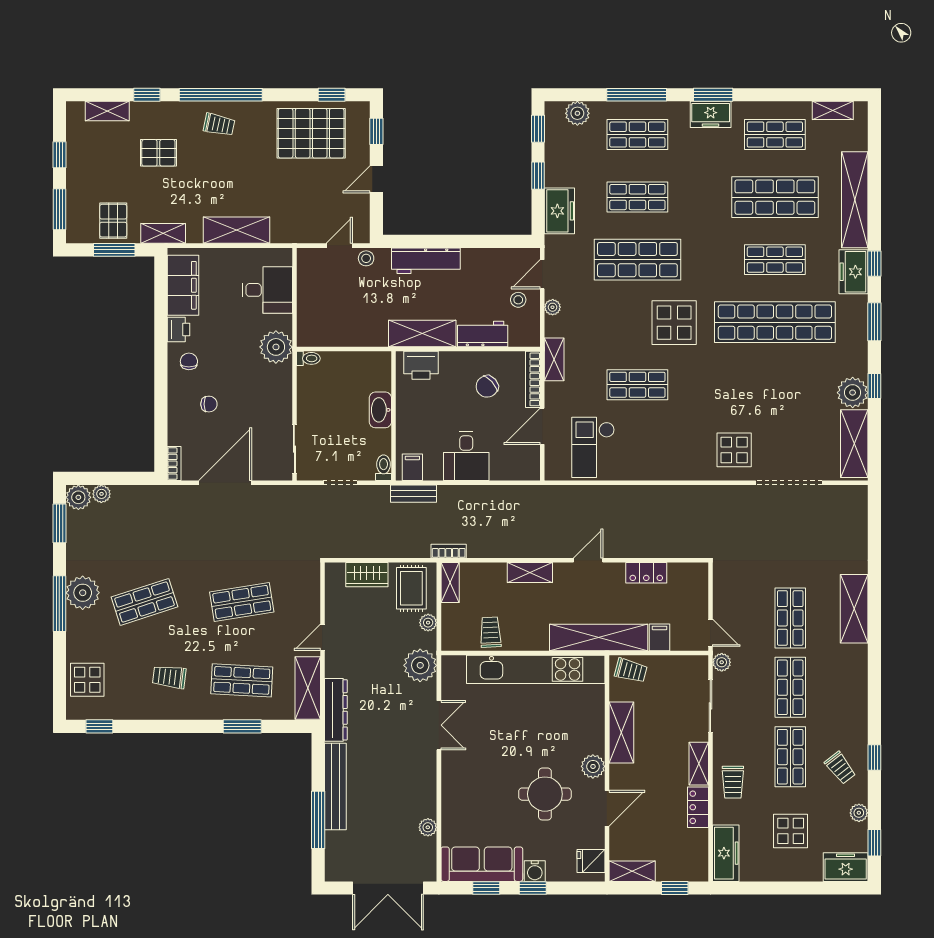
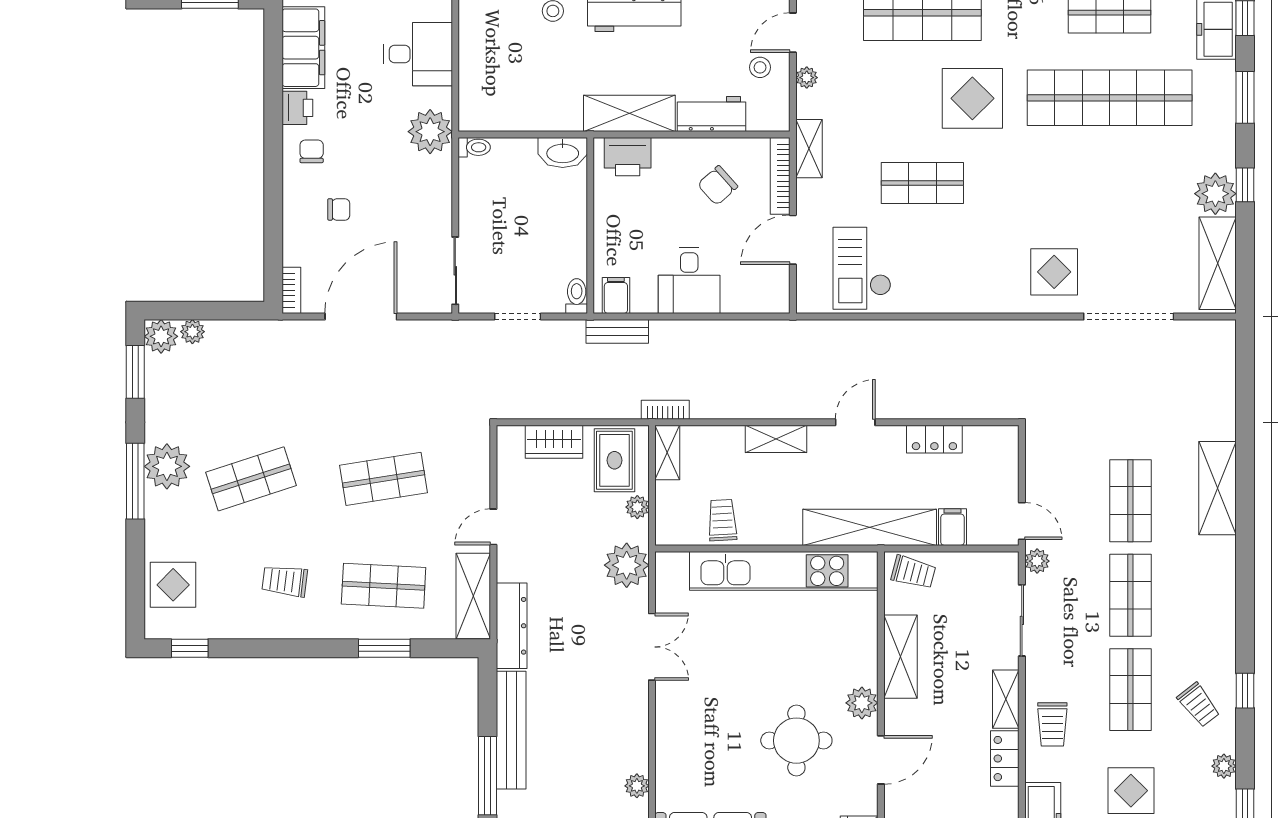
washbasin: (380, 410) -> (563, 153), moved, turned -90

